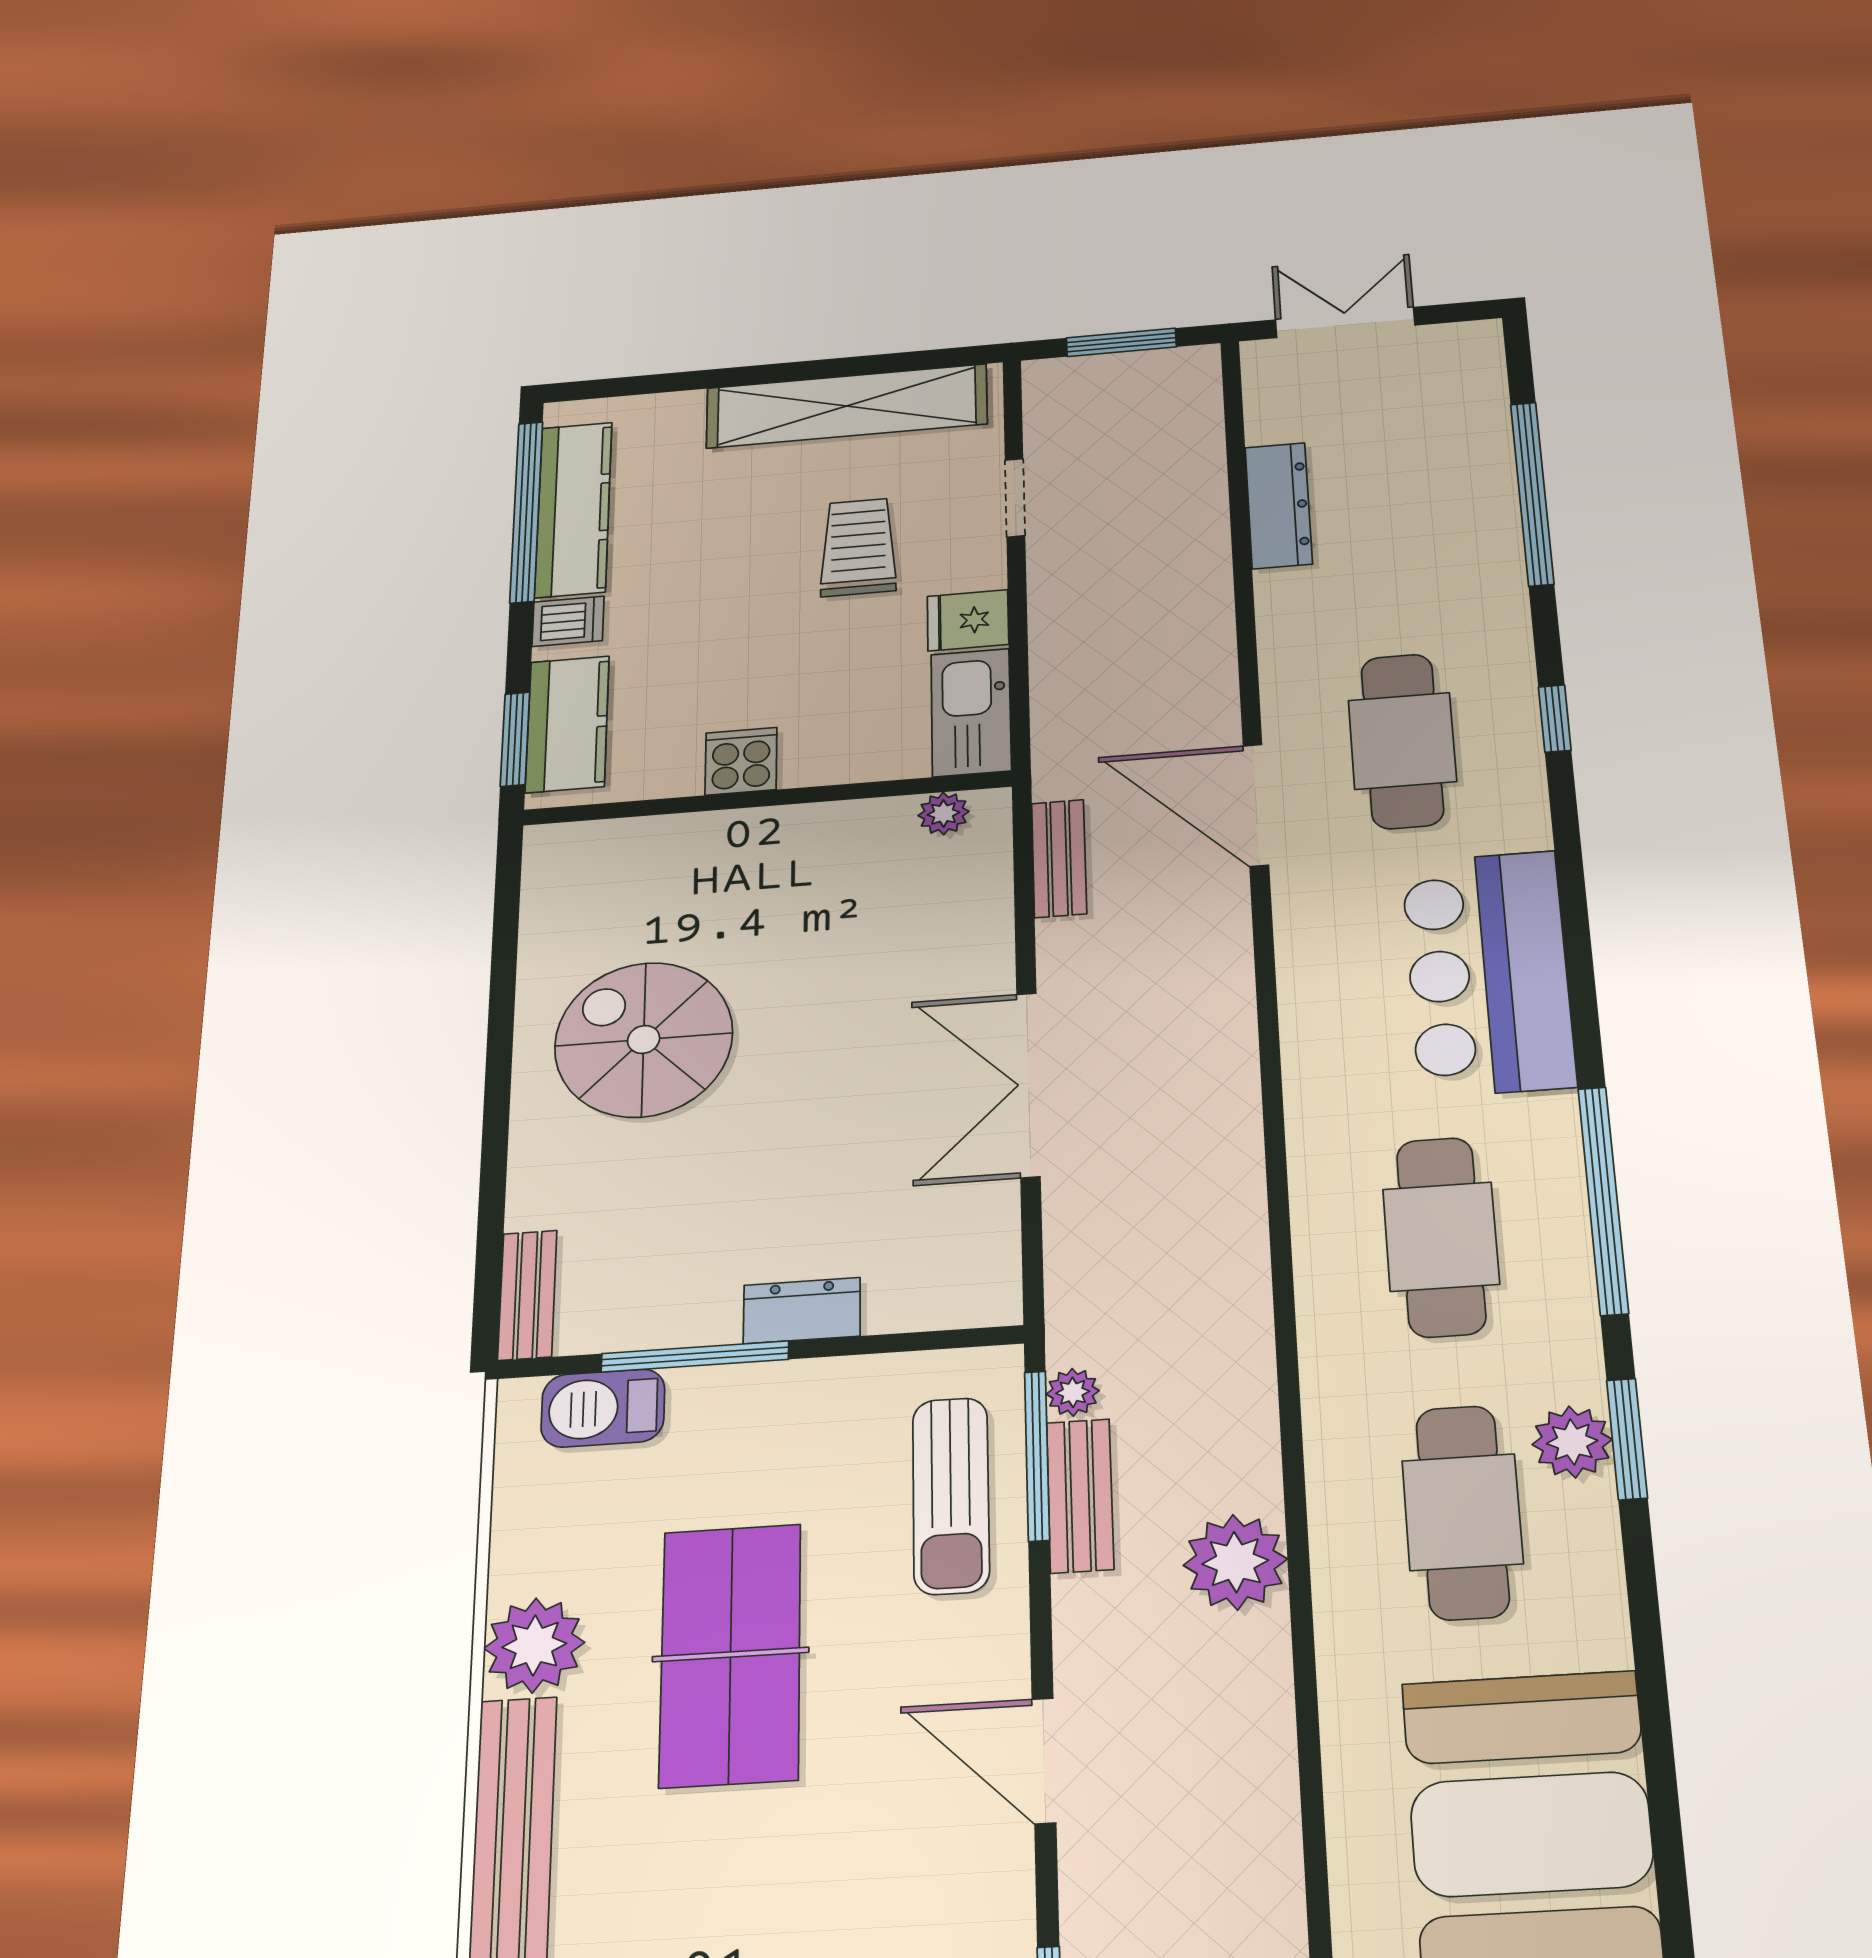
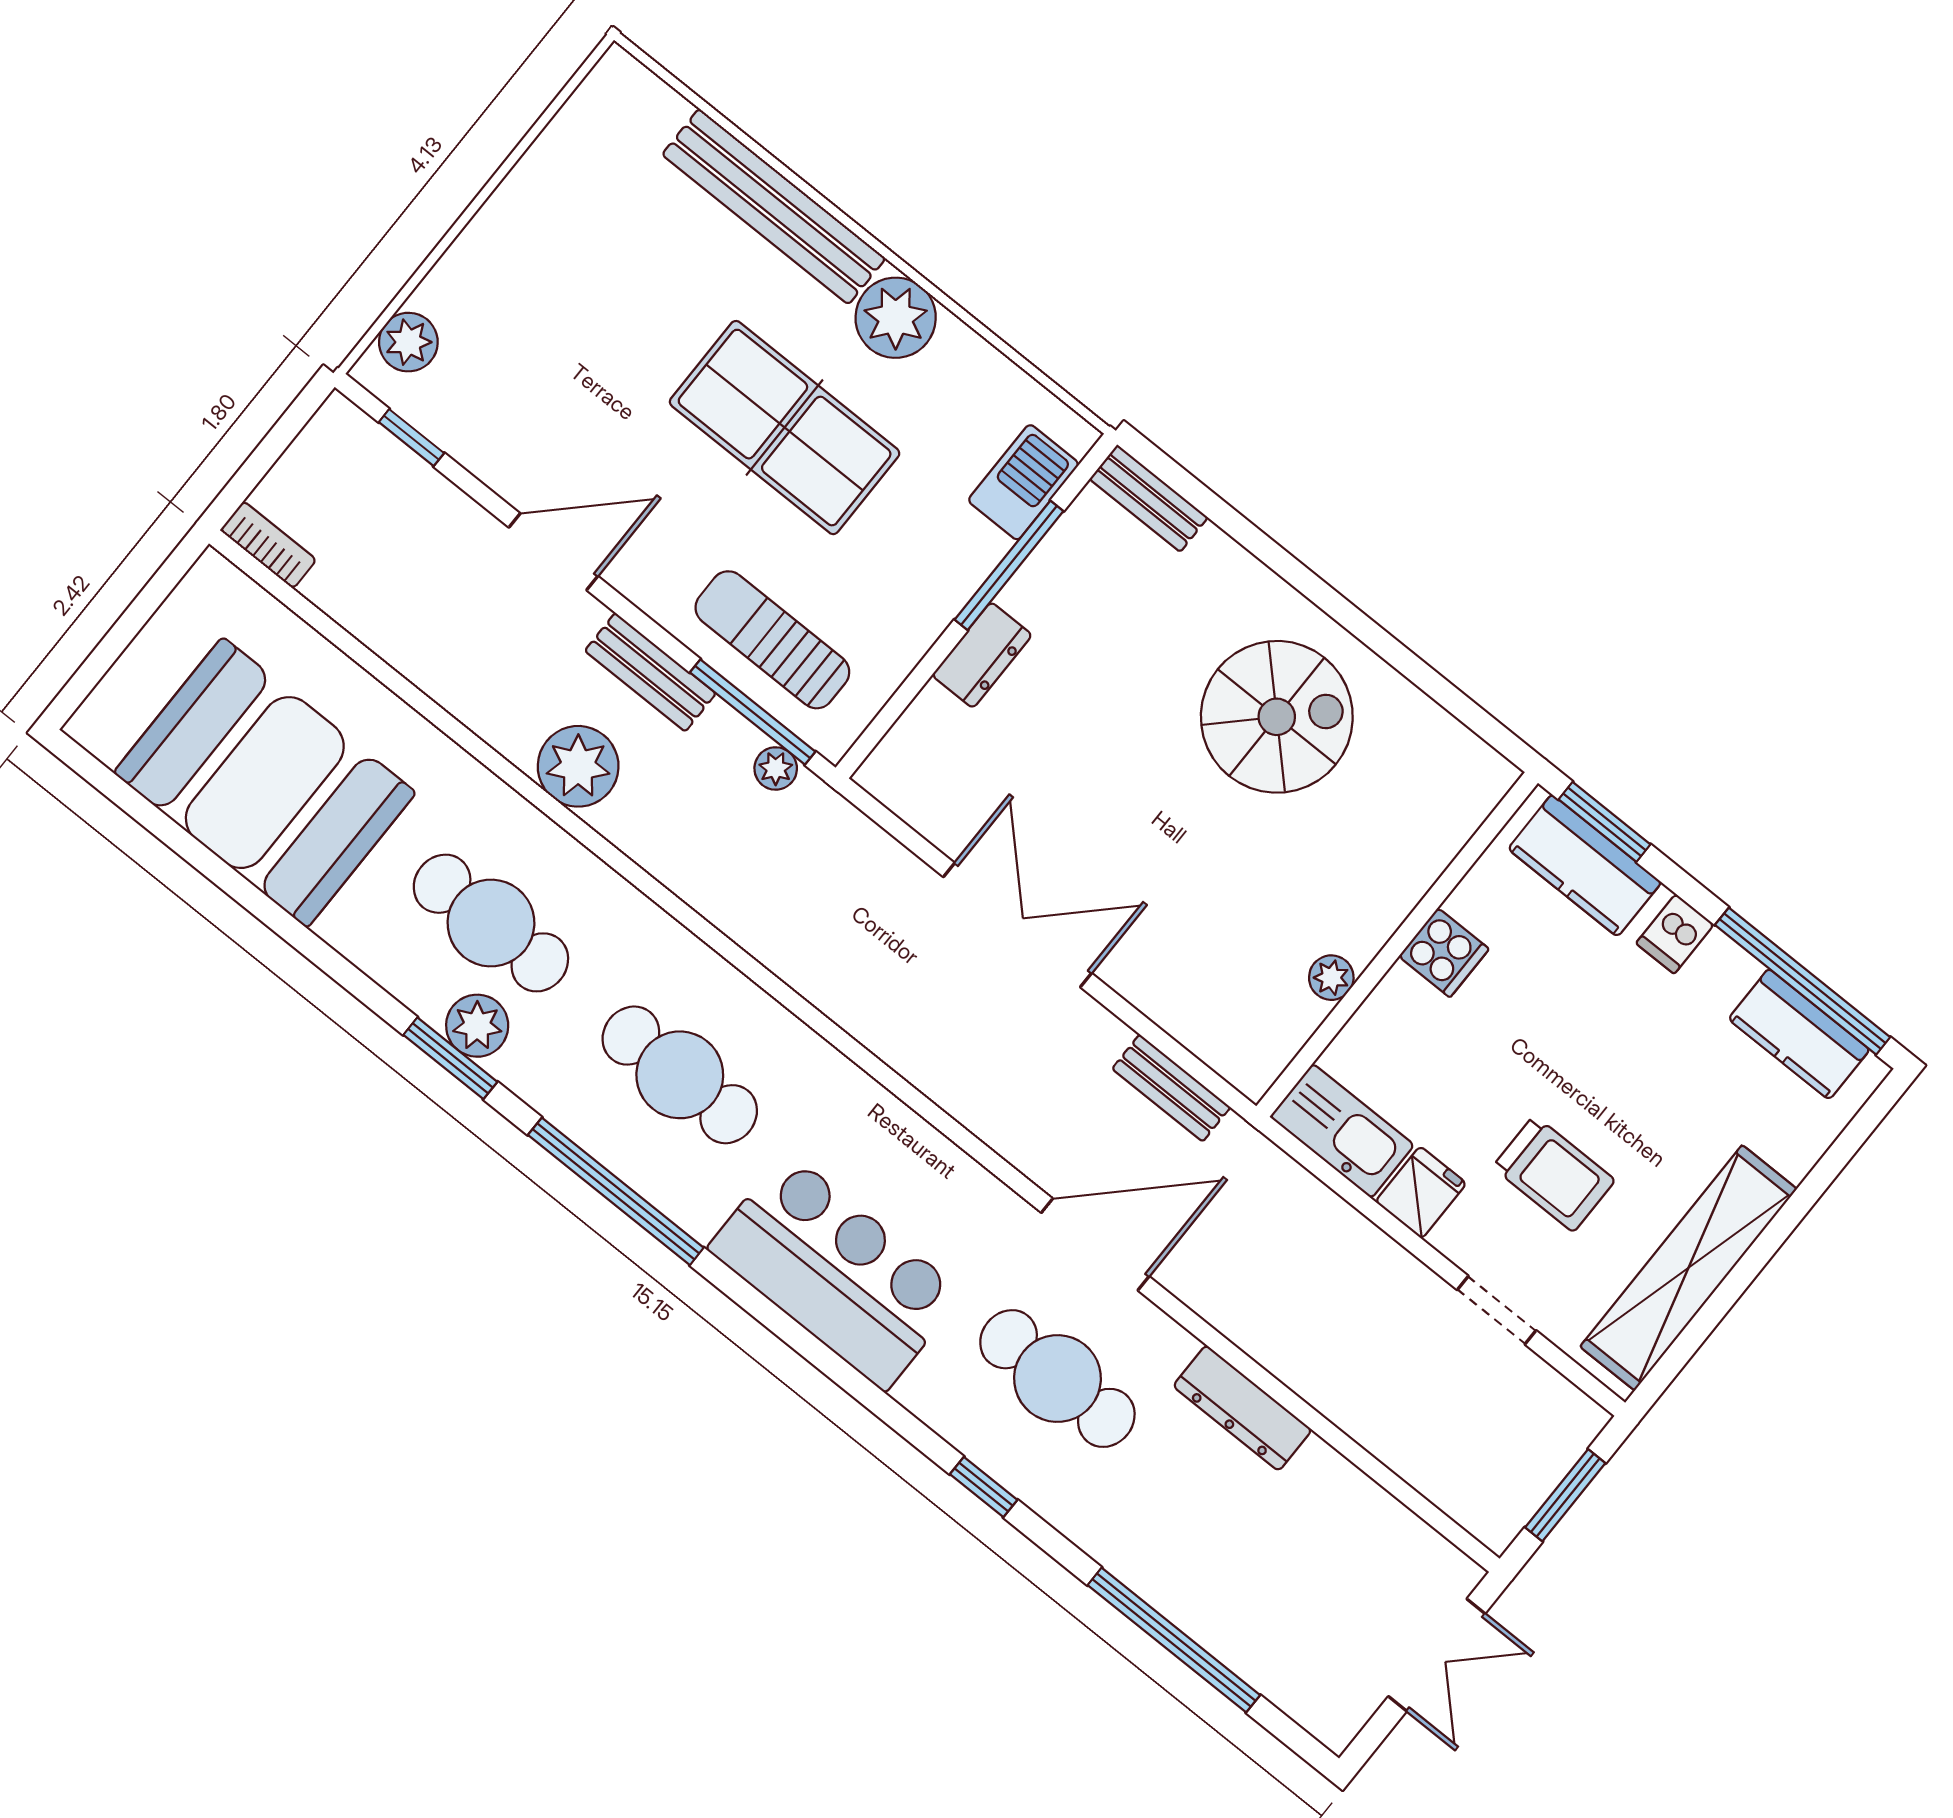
dresser: (1279, 506) -> (1242, 1408), moved
kitchen counter: (573, 509) -> (1799, 1034), width x0.67
plant: (943, 813) -> (1331, 978), moved
bench: (1080, 1496) -> (650, 672), moved

